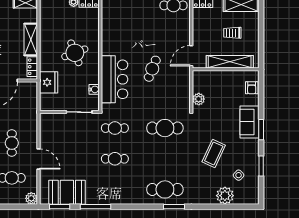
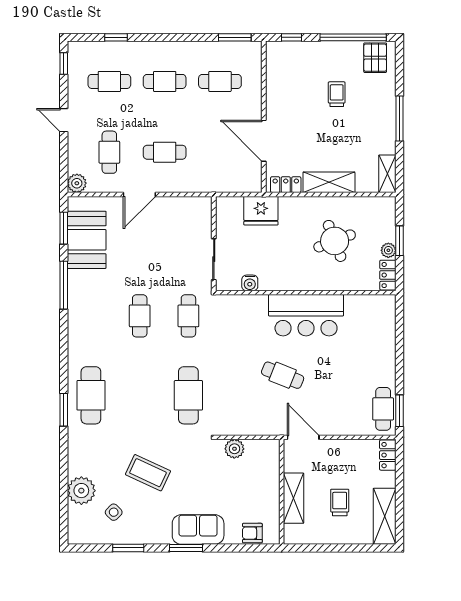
round table: (75, 53) -> (335, 241), moved
shelving: (230, 62) -> (294, 498), width x0.68
bar counter: (114, 79) -> (306, 315), moved

